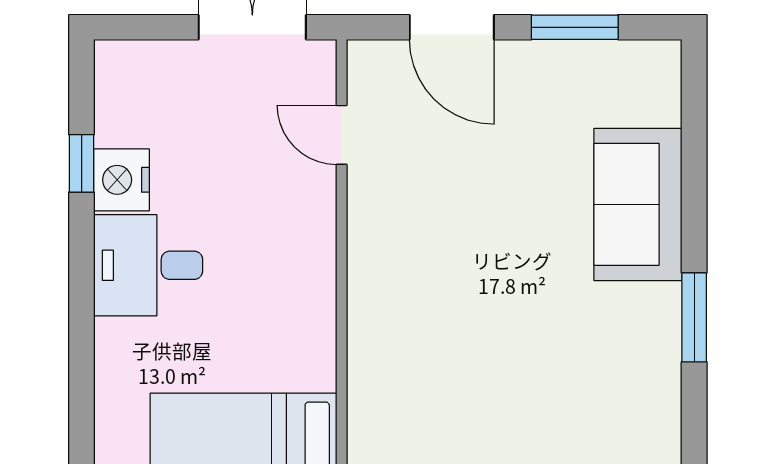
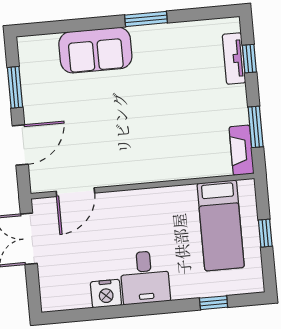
door: (342, 135) -> (75, 192), width x1.37
window: (82, 163) -> (214, 303), moved

